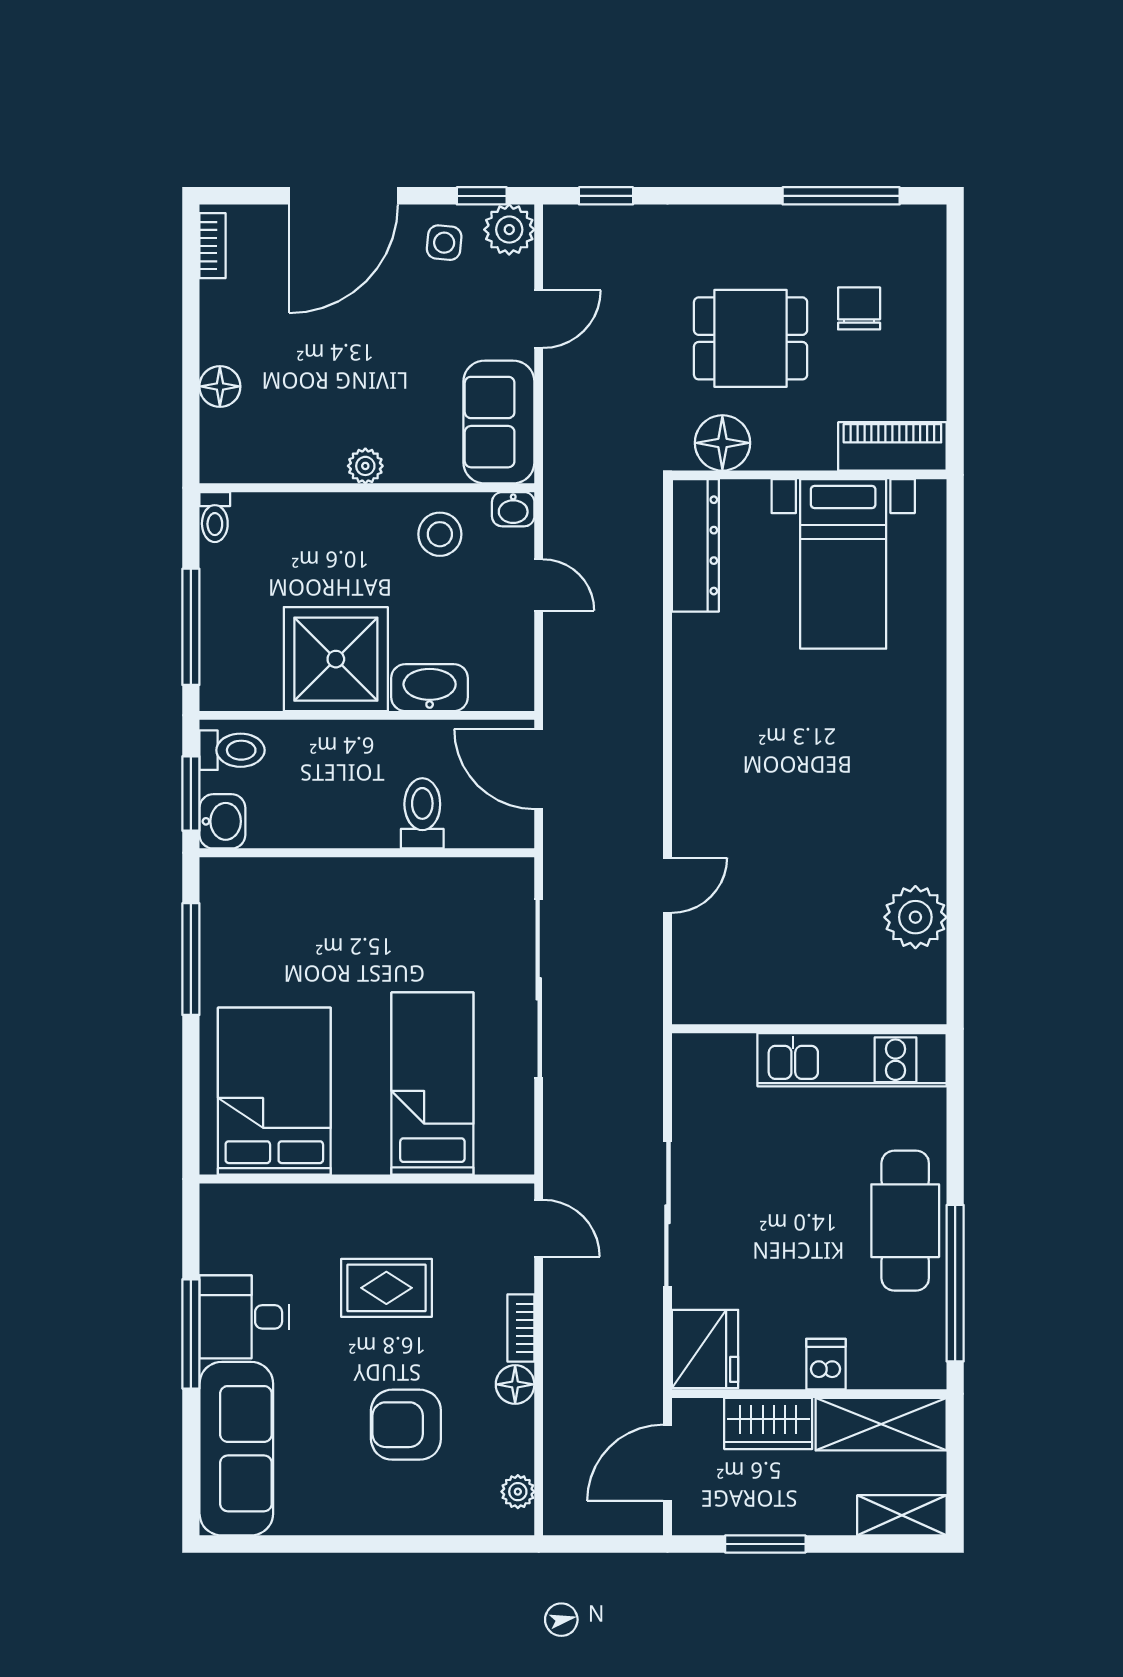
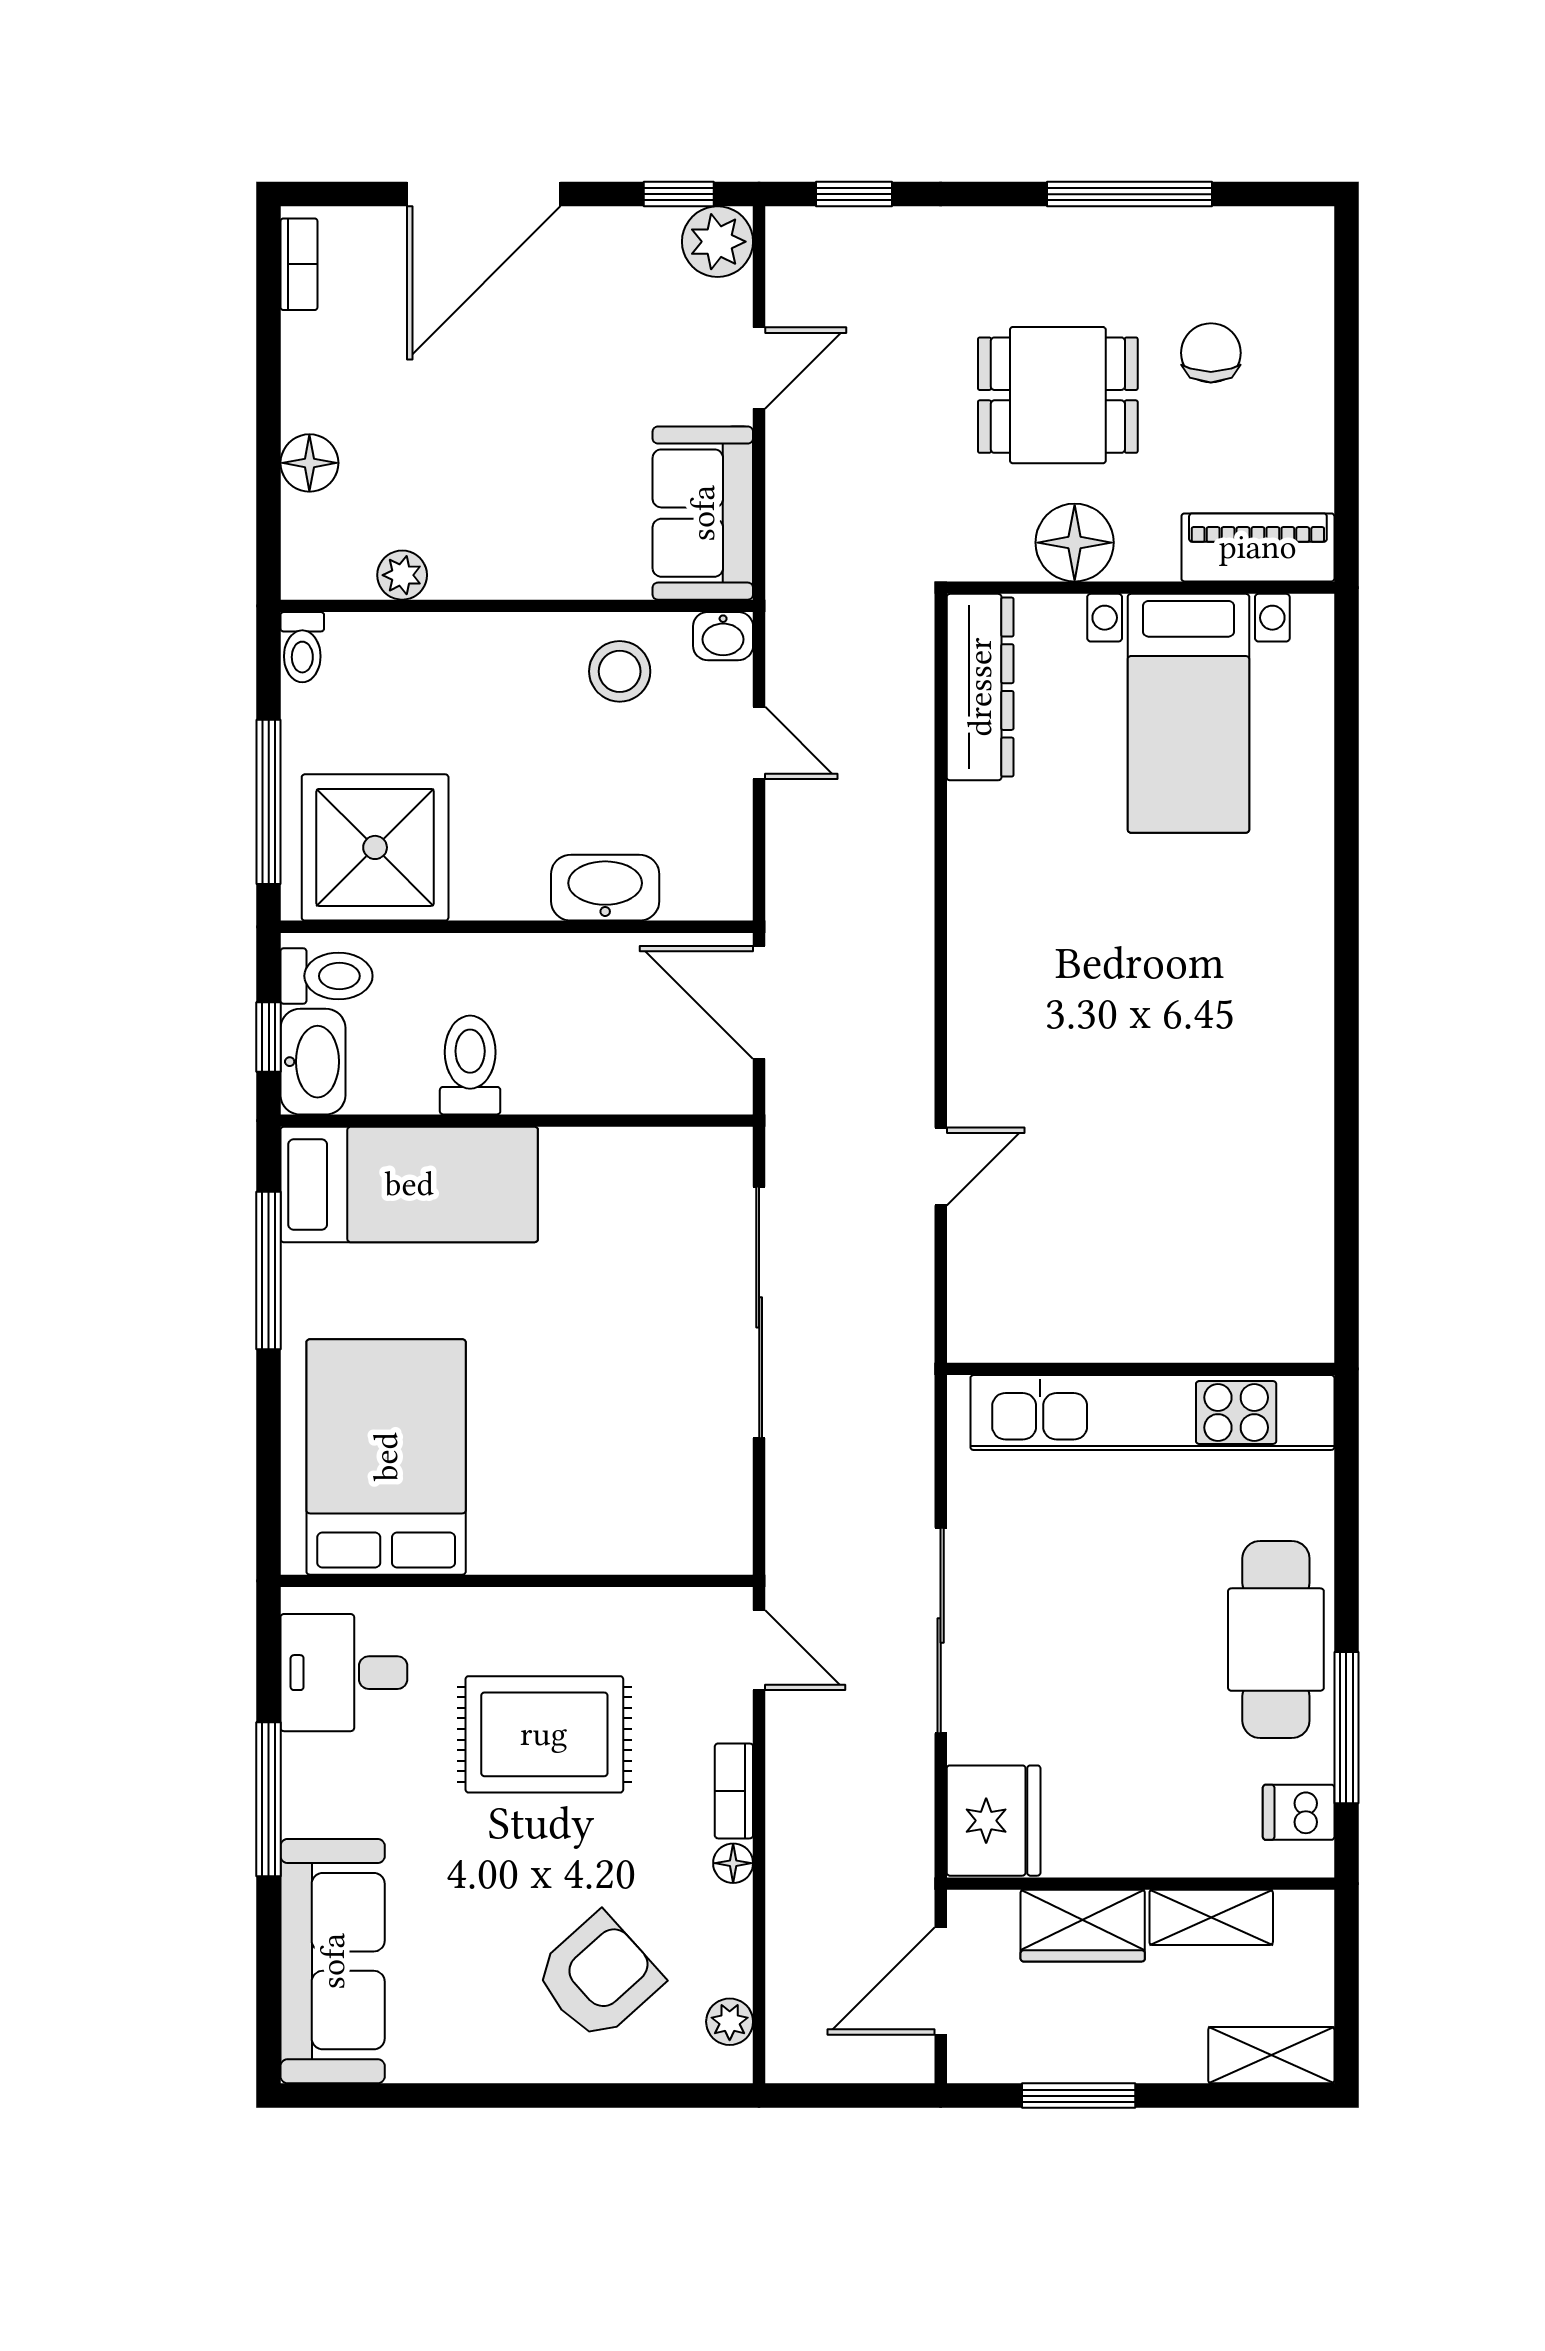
window: (841, 196) -> (1129, 194), moved
side table: (444, 243) -> (626, 260), removed
floor lamp: (722, 443) -> (1075, 543), moved
plant: (365, 466) -> (402, 575), moved
shower: (336, 659) -> (375, 847), moved
window: (191, 793) -> (269, 1037), width x0.67
toilet: (422, 813) -> (470, 1065), moved
washbasin: (222, 821) -> (313, 1062), width x1.38
plant: (915, 917) -> (1290, 1211), removed
kitchen unit: (852, 1060) -> (1152, 1413), width x1.36
bed: (432, 1084) -> (409, 1184), moved, turned 90
window: (955, 1283) -> (1346, 1728), width x0.68
rug: (386, 1288) -> (544, 1734), width x1.36, depth x1.43
desk: (244, 1317) -> (344, 1673), moved
dishwasher: (826, 1364) -> (1299, 1812), moved, turned -90
floor lamp: (515, 1384) -> (733, 1863), width x0.73, depth x0.73
shelving: (881, 1424) -> (1211, 1917), width x0.67, depth x0.75
armchair: (406, 1425) -> (598, 1977), moved, turned 138

